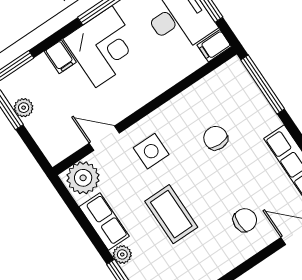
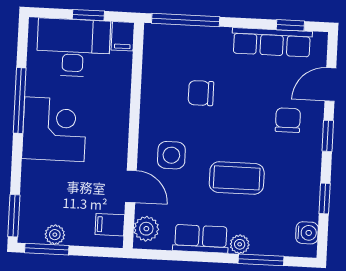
filing cabinet: (60, 57) -> (110, 225), moved, turned 180
door: (104, 138) -> (131, 186), swing flipped
plant: (83, 178) -> (146, 229), width x0.73, depth x0.73
window: (256, 260) -> (328, 136), added

